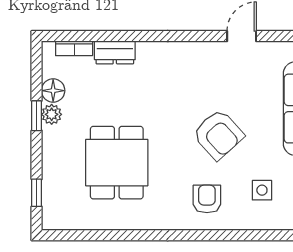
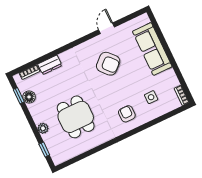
plant: (52, 114) -> (43, 128), moved
window: (37, 116) -> (19, 96), moved
armchair: (218, 135) -> (108, 64), moved

